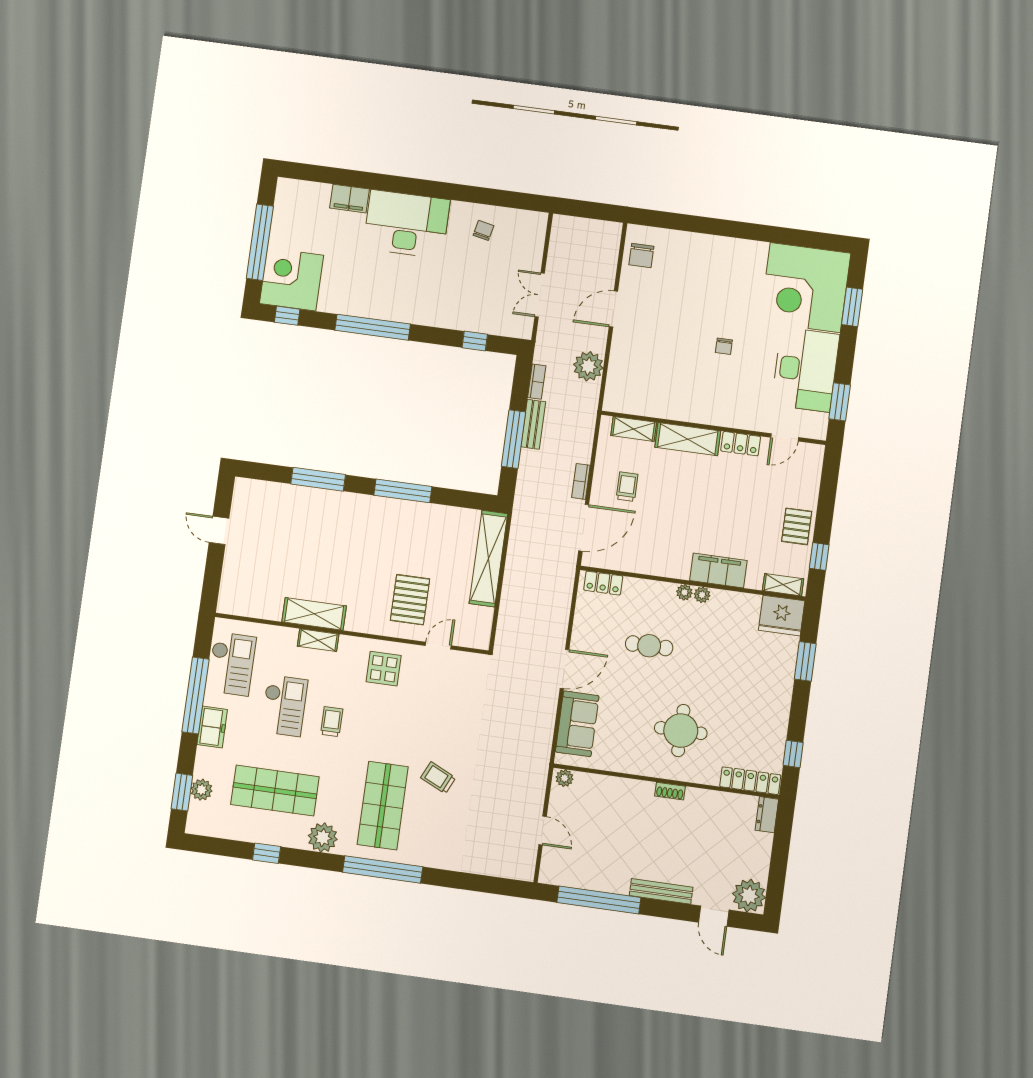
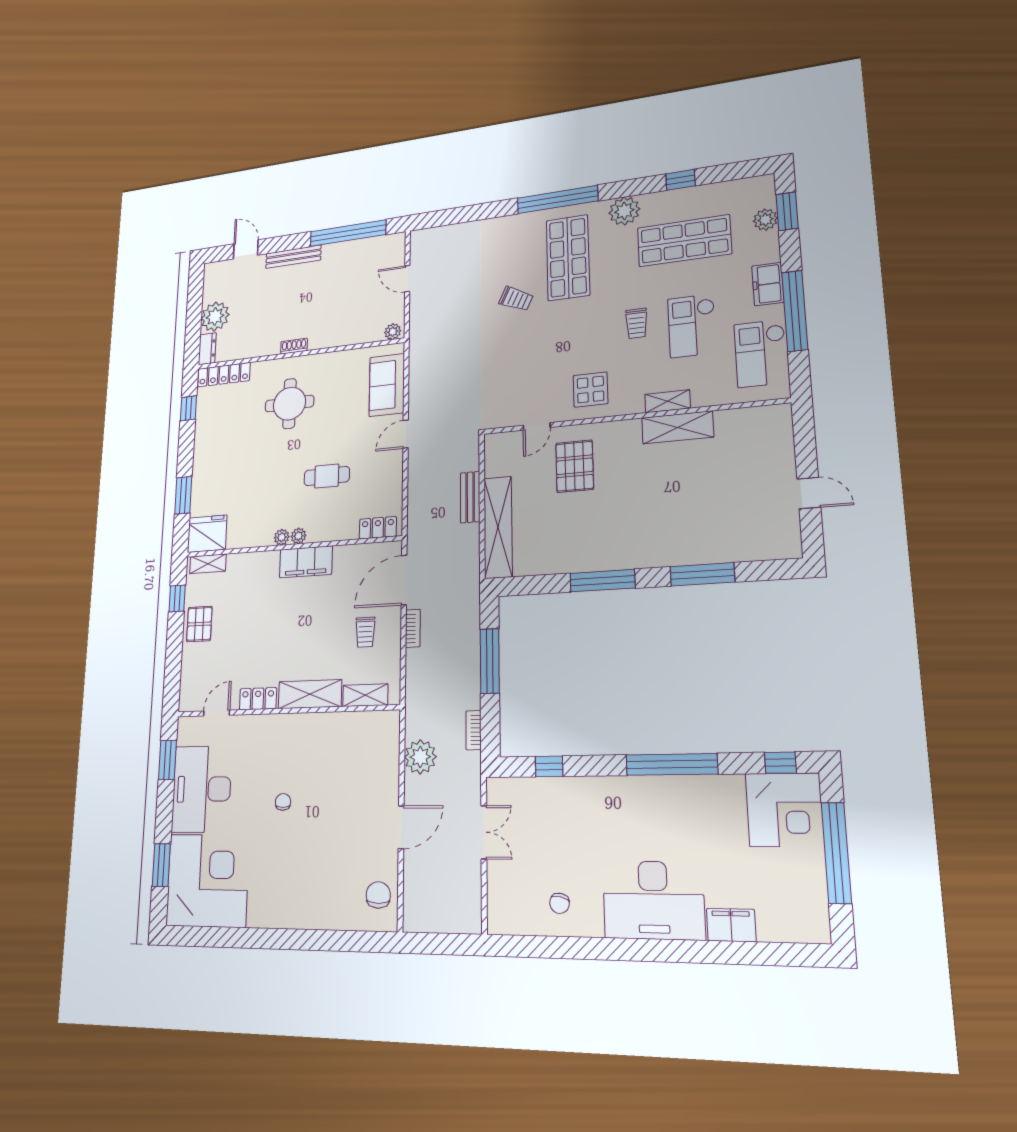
bench: (533, 424) -> (470, 497), moved
filing cabinet: (718, 570) -> (306, 562), moved
door: (565, 669) -> (406, 434), width x0.73
plant: (749, 896) -> (215, 317), moved

